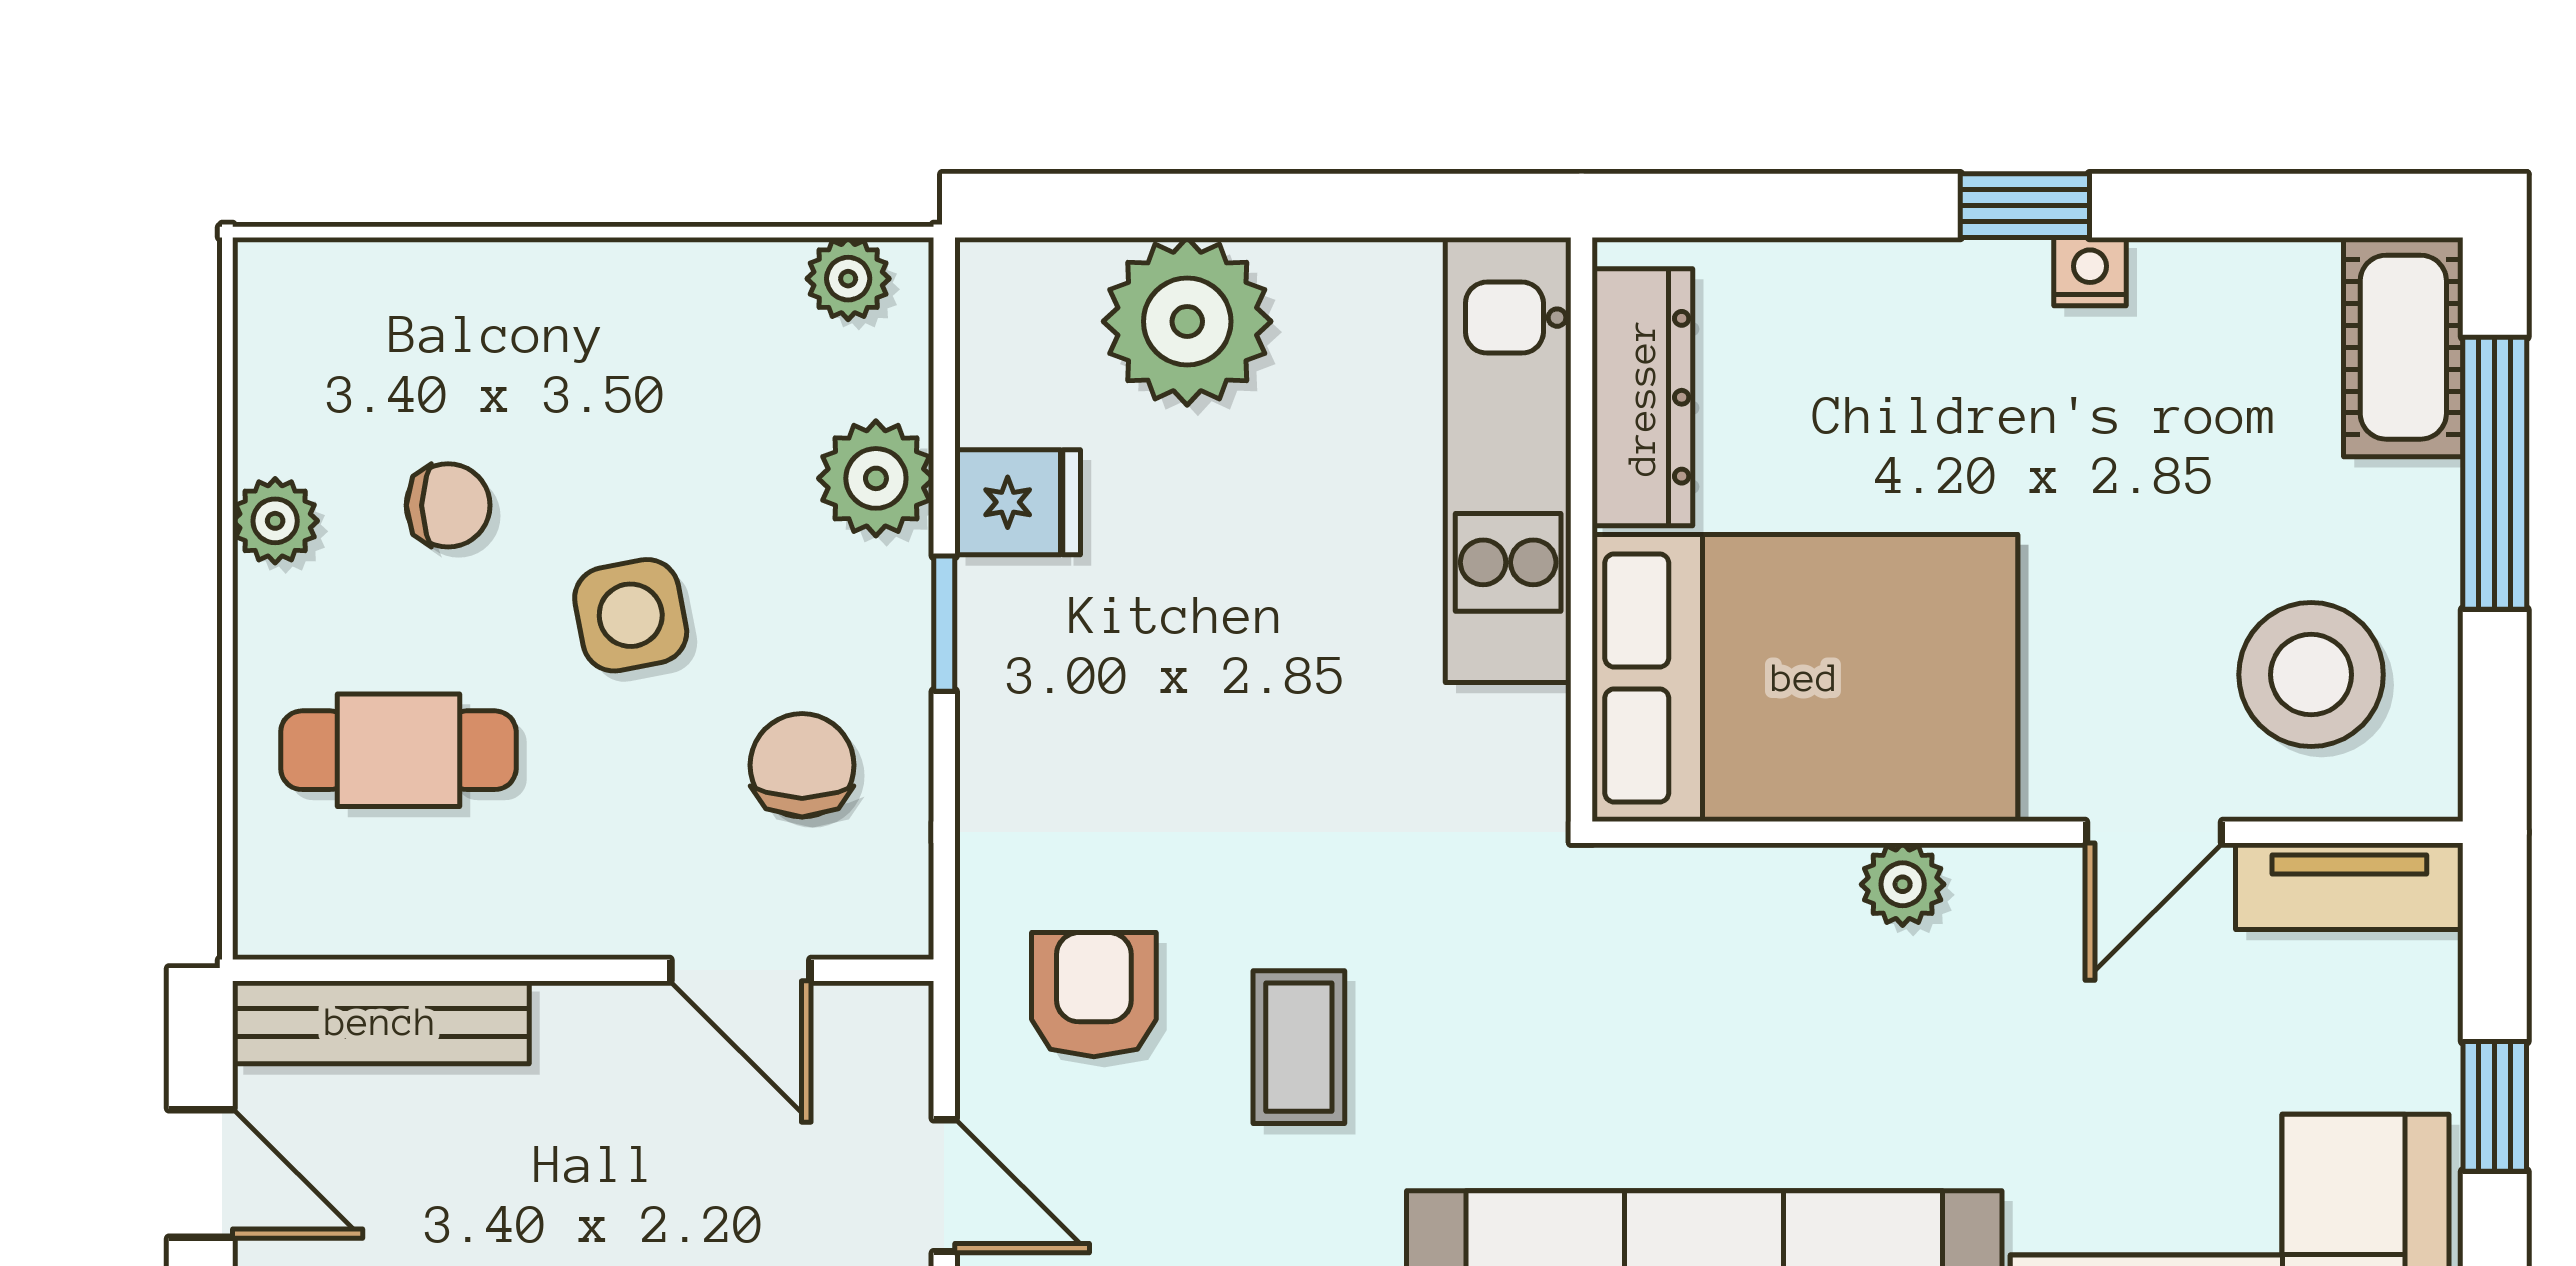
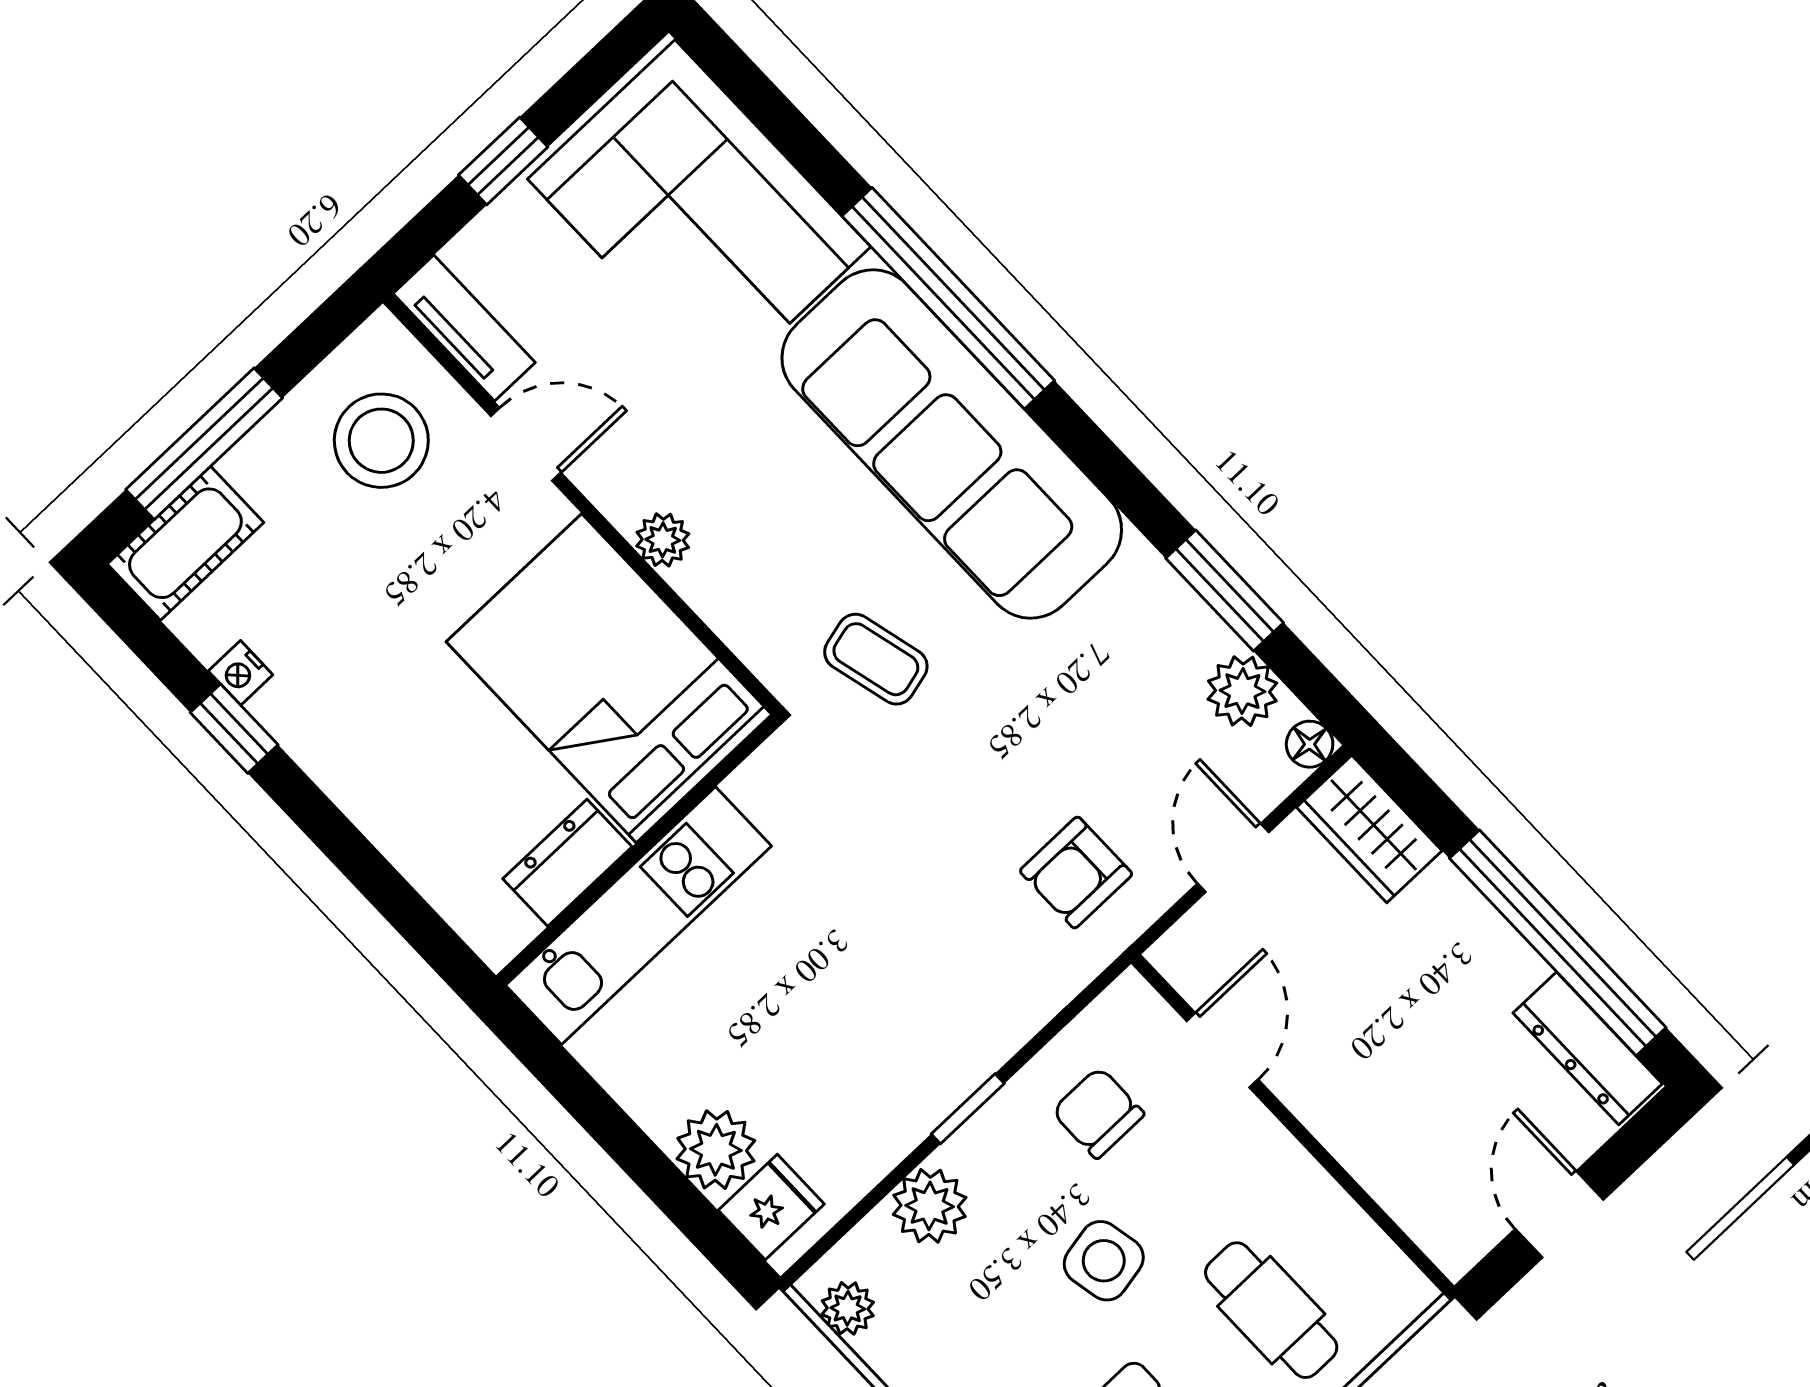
window: (2025, 206) -> (234, 729), moved
nightstand: (2090, 272) -> (241, 673), moved
plant: (1187, 321) -> (716, 1150), width x0.73, depth x0.73
dresser: (1642, 397) -> (567, 863), width x0.70
fridge: (1018, 502) -> (771, 1207), moved, turned 90
chair: (802, 765) -> (1098, 1113), turned 90
bench: (381, 1022) -> (1408, 1197), removed
coffee table: (1299, 1047) -> (876, 659), moved, turned 76

